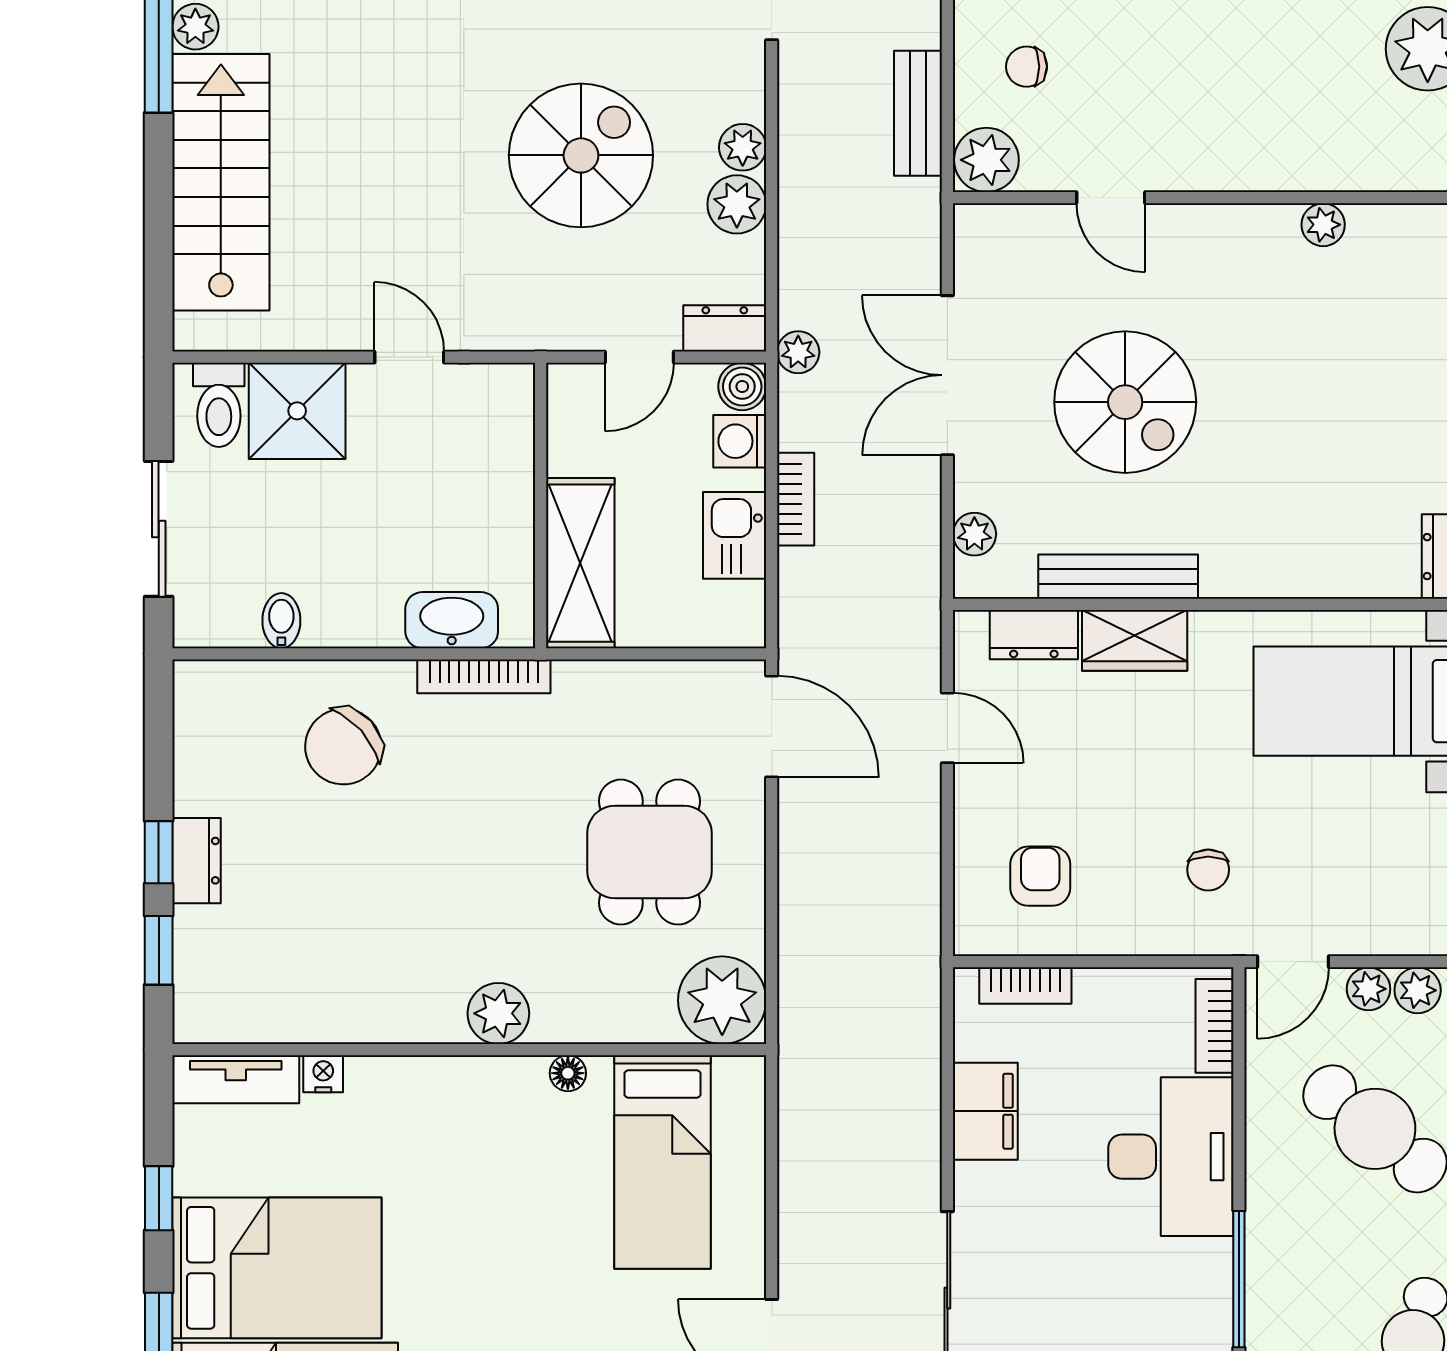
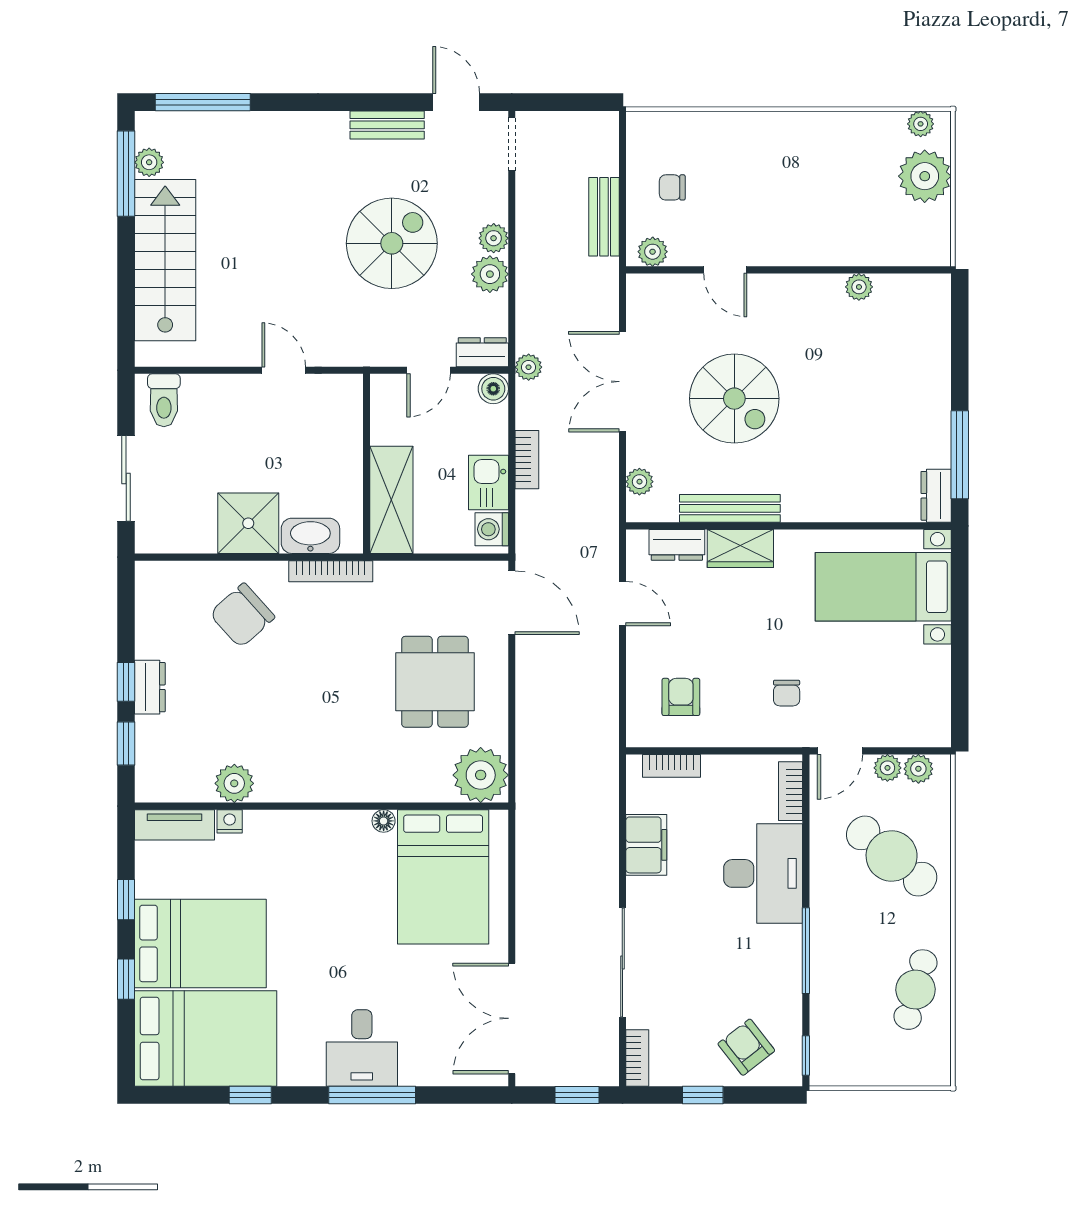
plant: (986, 160) -> (653, 252), width x0.73, depth x0.73
shower: (297, 411) -> (248, 523), moved
washing machine: (740, 441) -> (492, 529), moved
bidet: (281, 621) -> (203, 536), removed
plant: (498, 1013) -> (234, 783), moved
bed: (663, 1162) -> (443, 877), width x1.50

